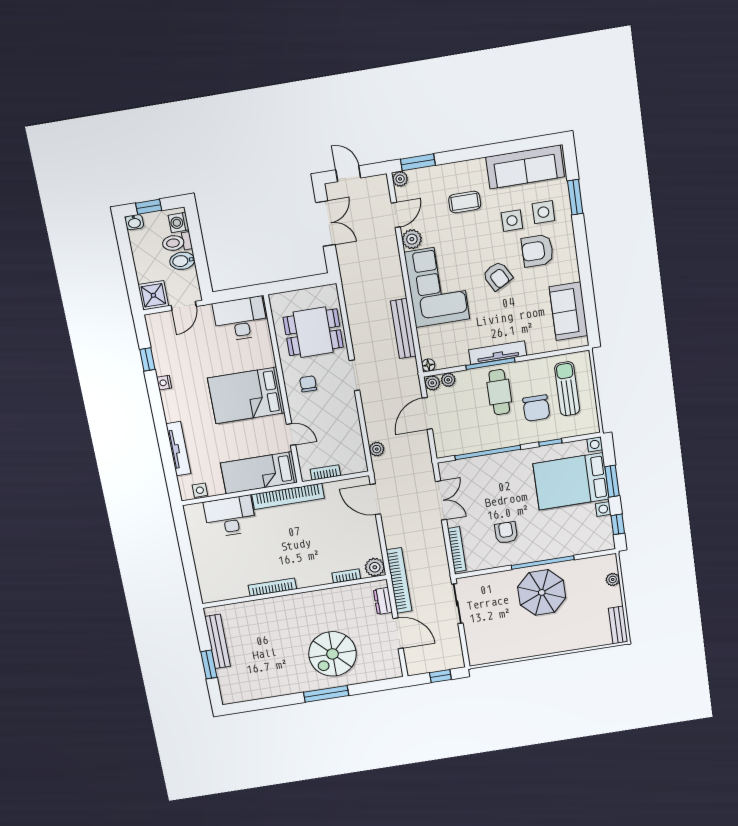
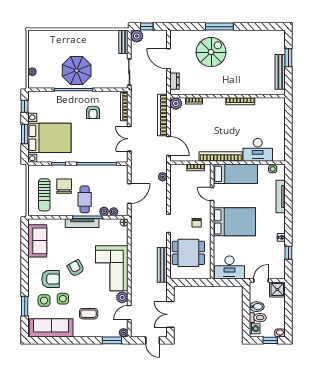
bench: (403, 329) -> (162, 265), moved
plant: (432, 383) -> (104, 211), moved
bookcase: (399, 580) -> (162, 115), moved
bench: (618, 625) -> (123, 42), moved
plant: (454, 659) -> (137, 36), added

